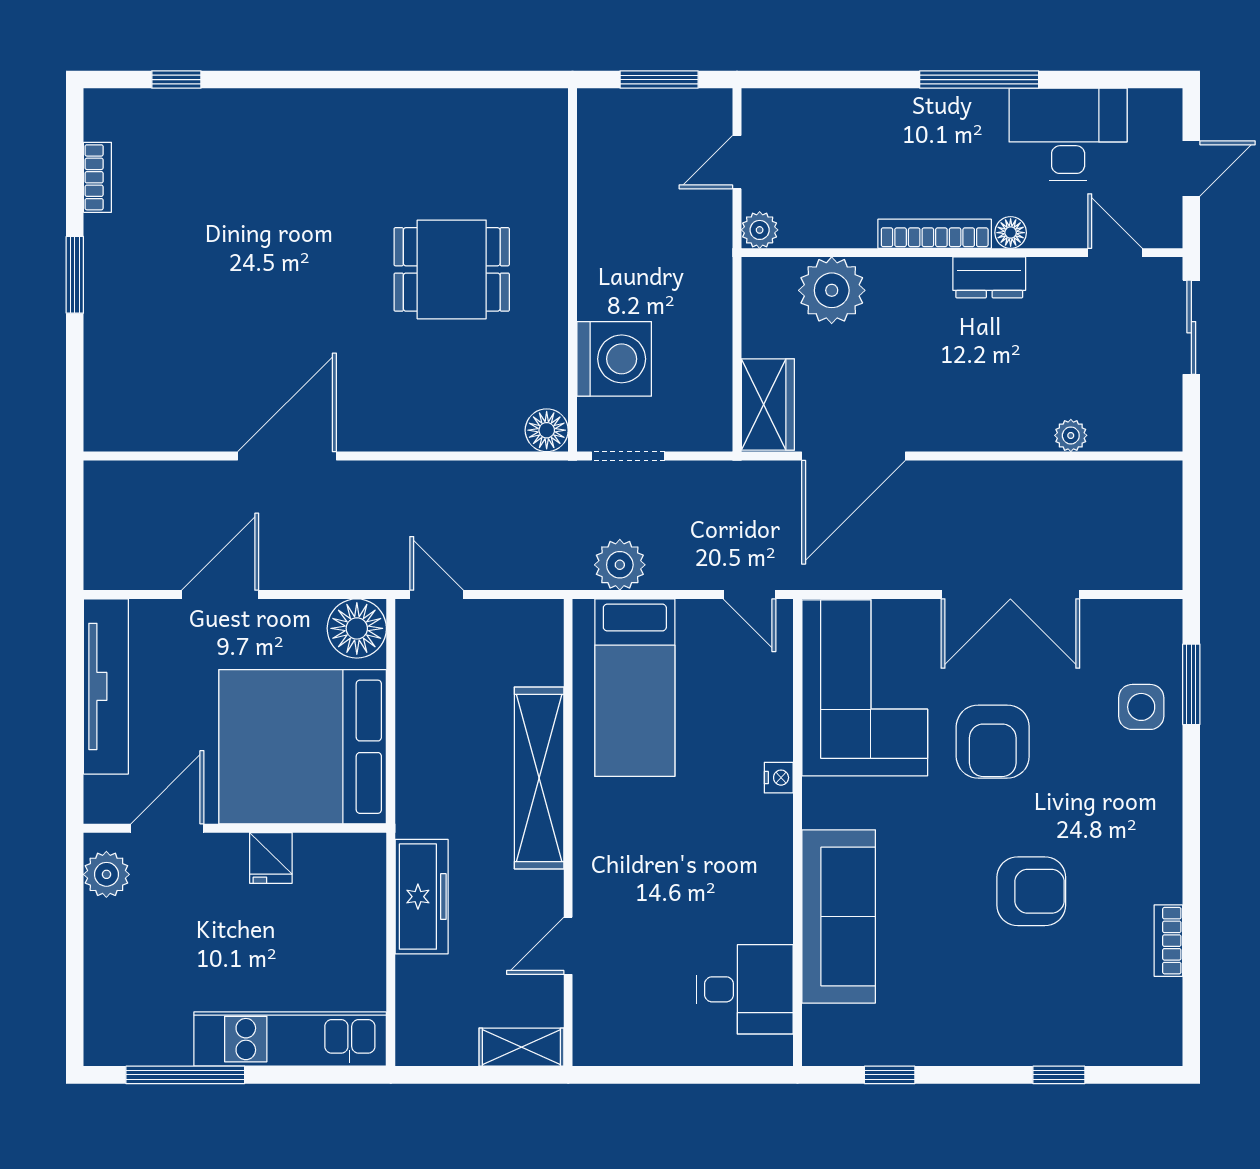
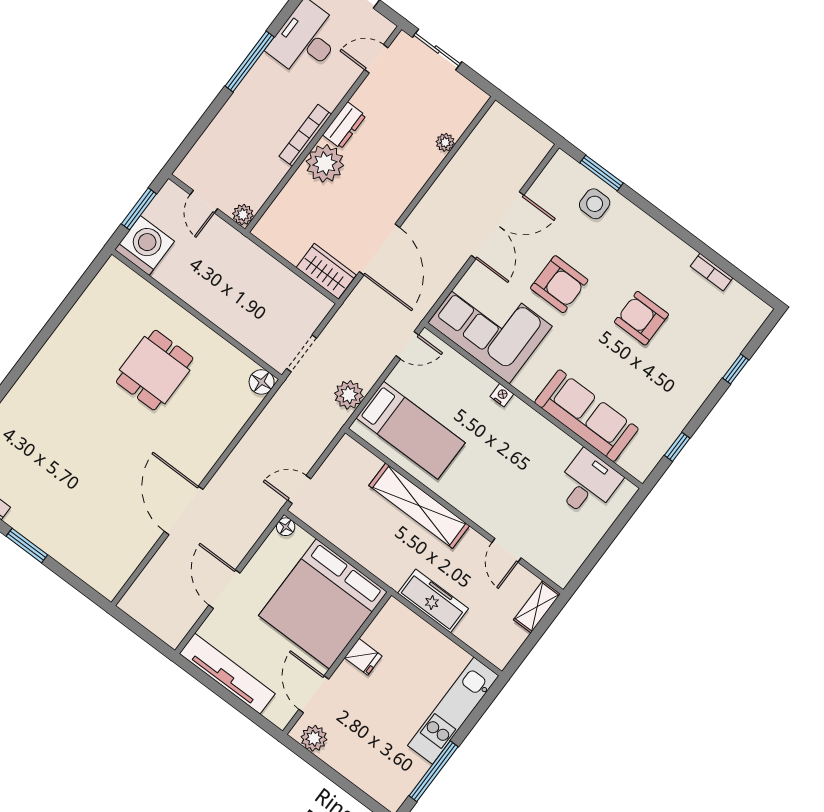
floor lamp: (1011, 233) -> (331, 100), removed
plant: (832, 290) -> (325, 163), moved
washing machine: (614, 359) -> (145, 246), moved
floor lamp: (357, 628) -> (286, 527), width x0.53, depth x0.53
armchair: (1031, 891) -> (641, 318), turned -90

